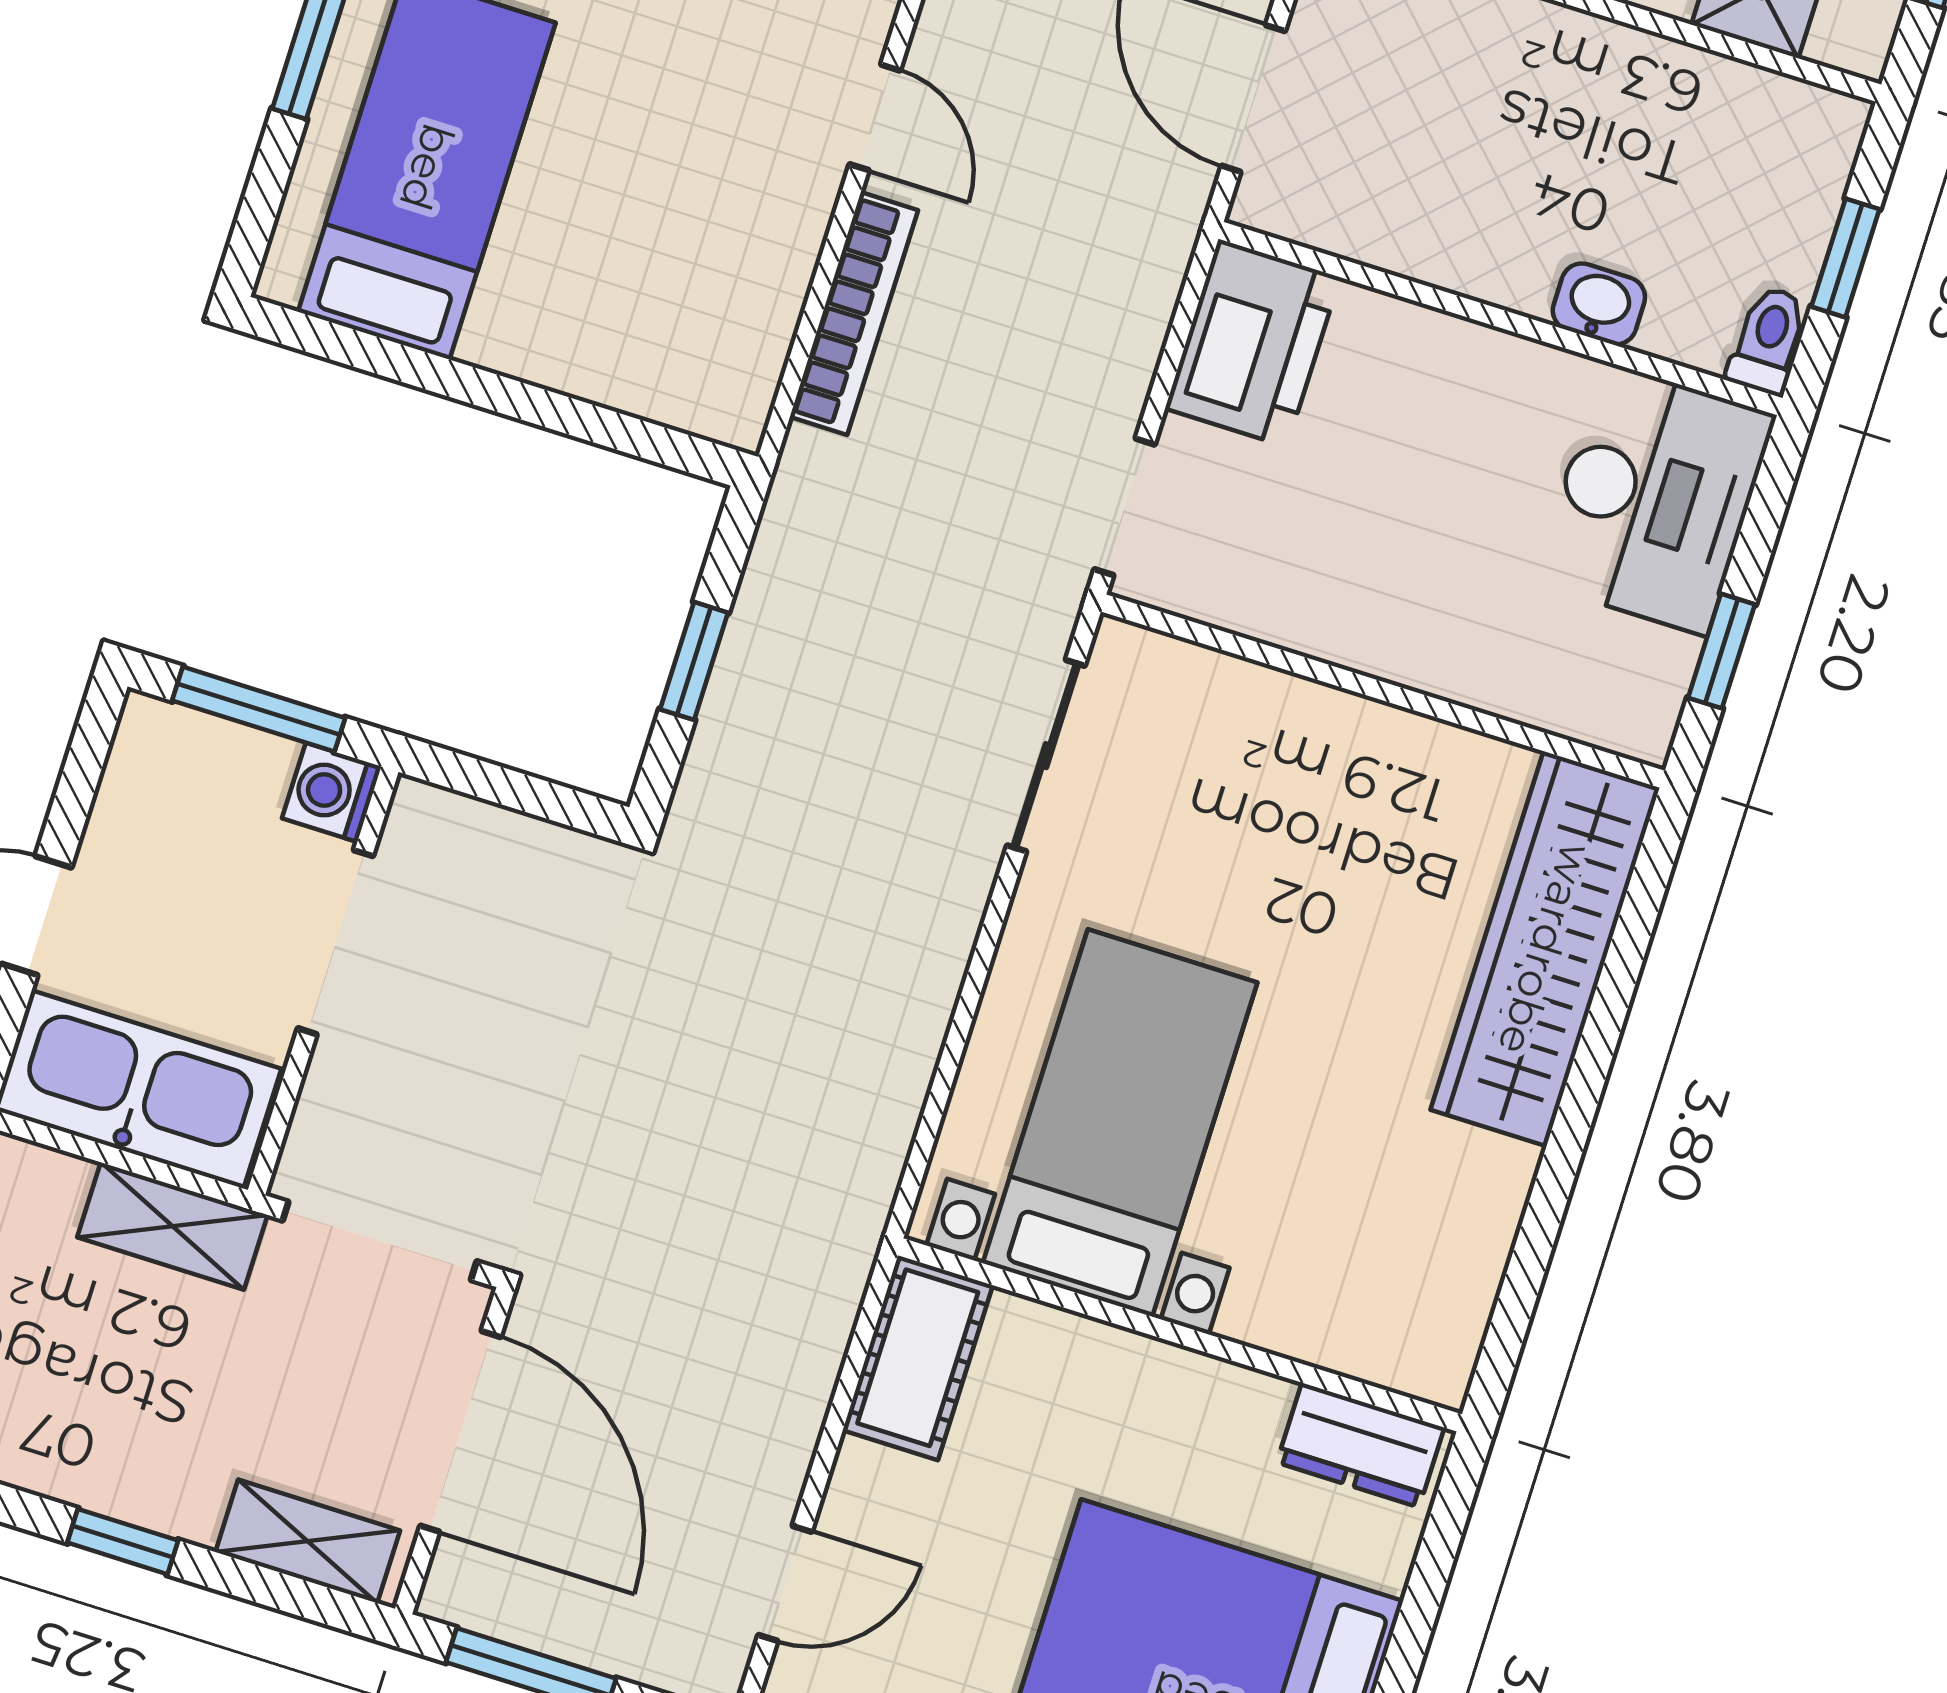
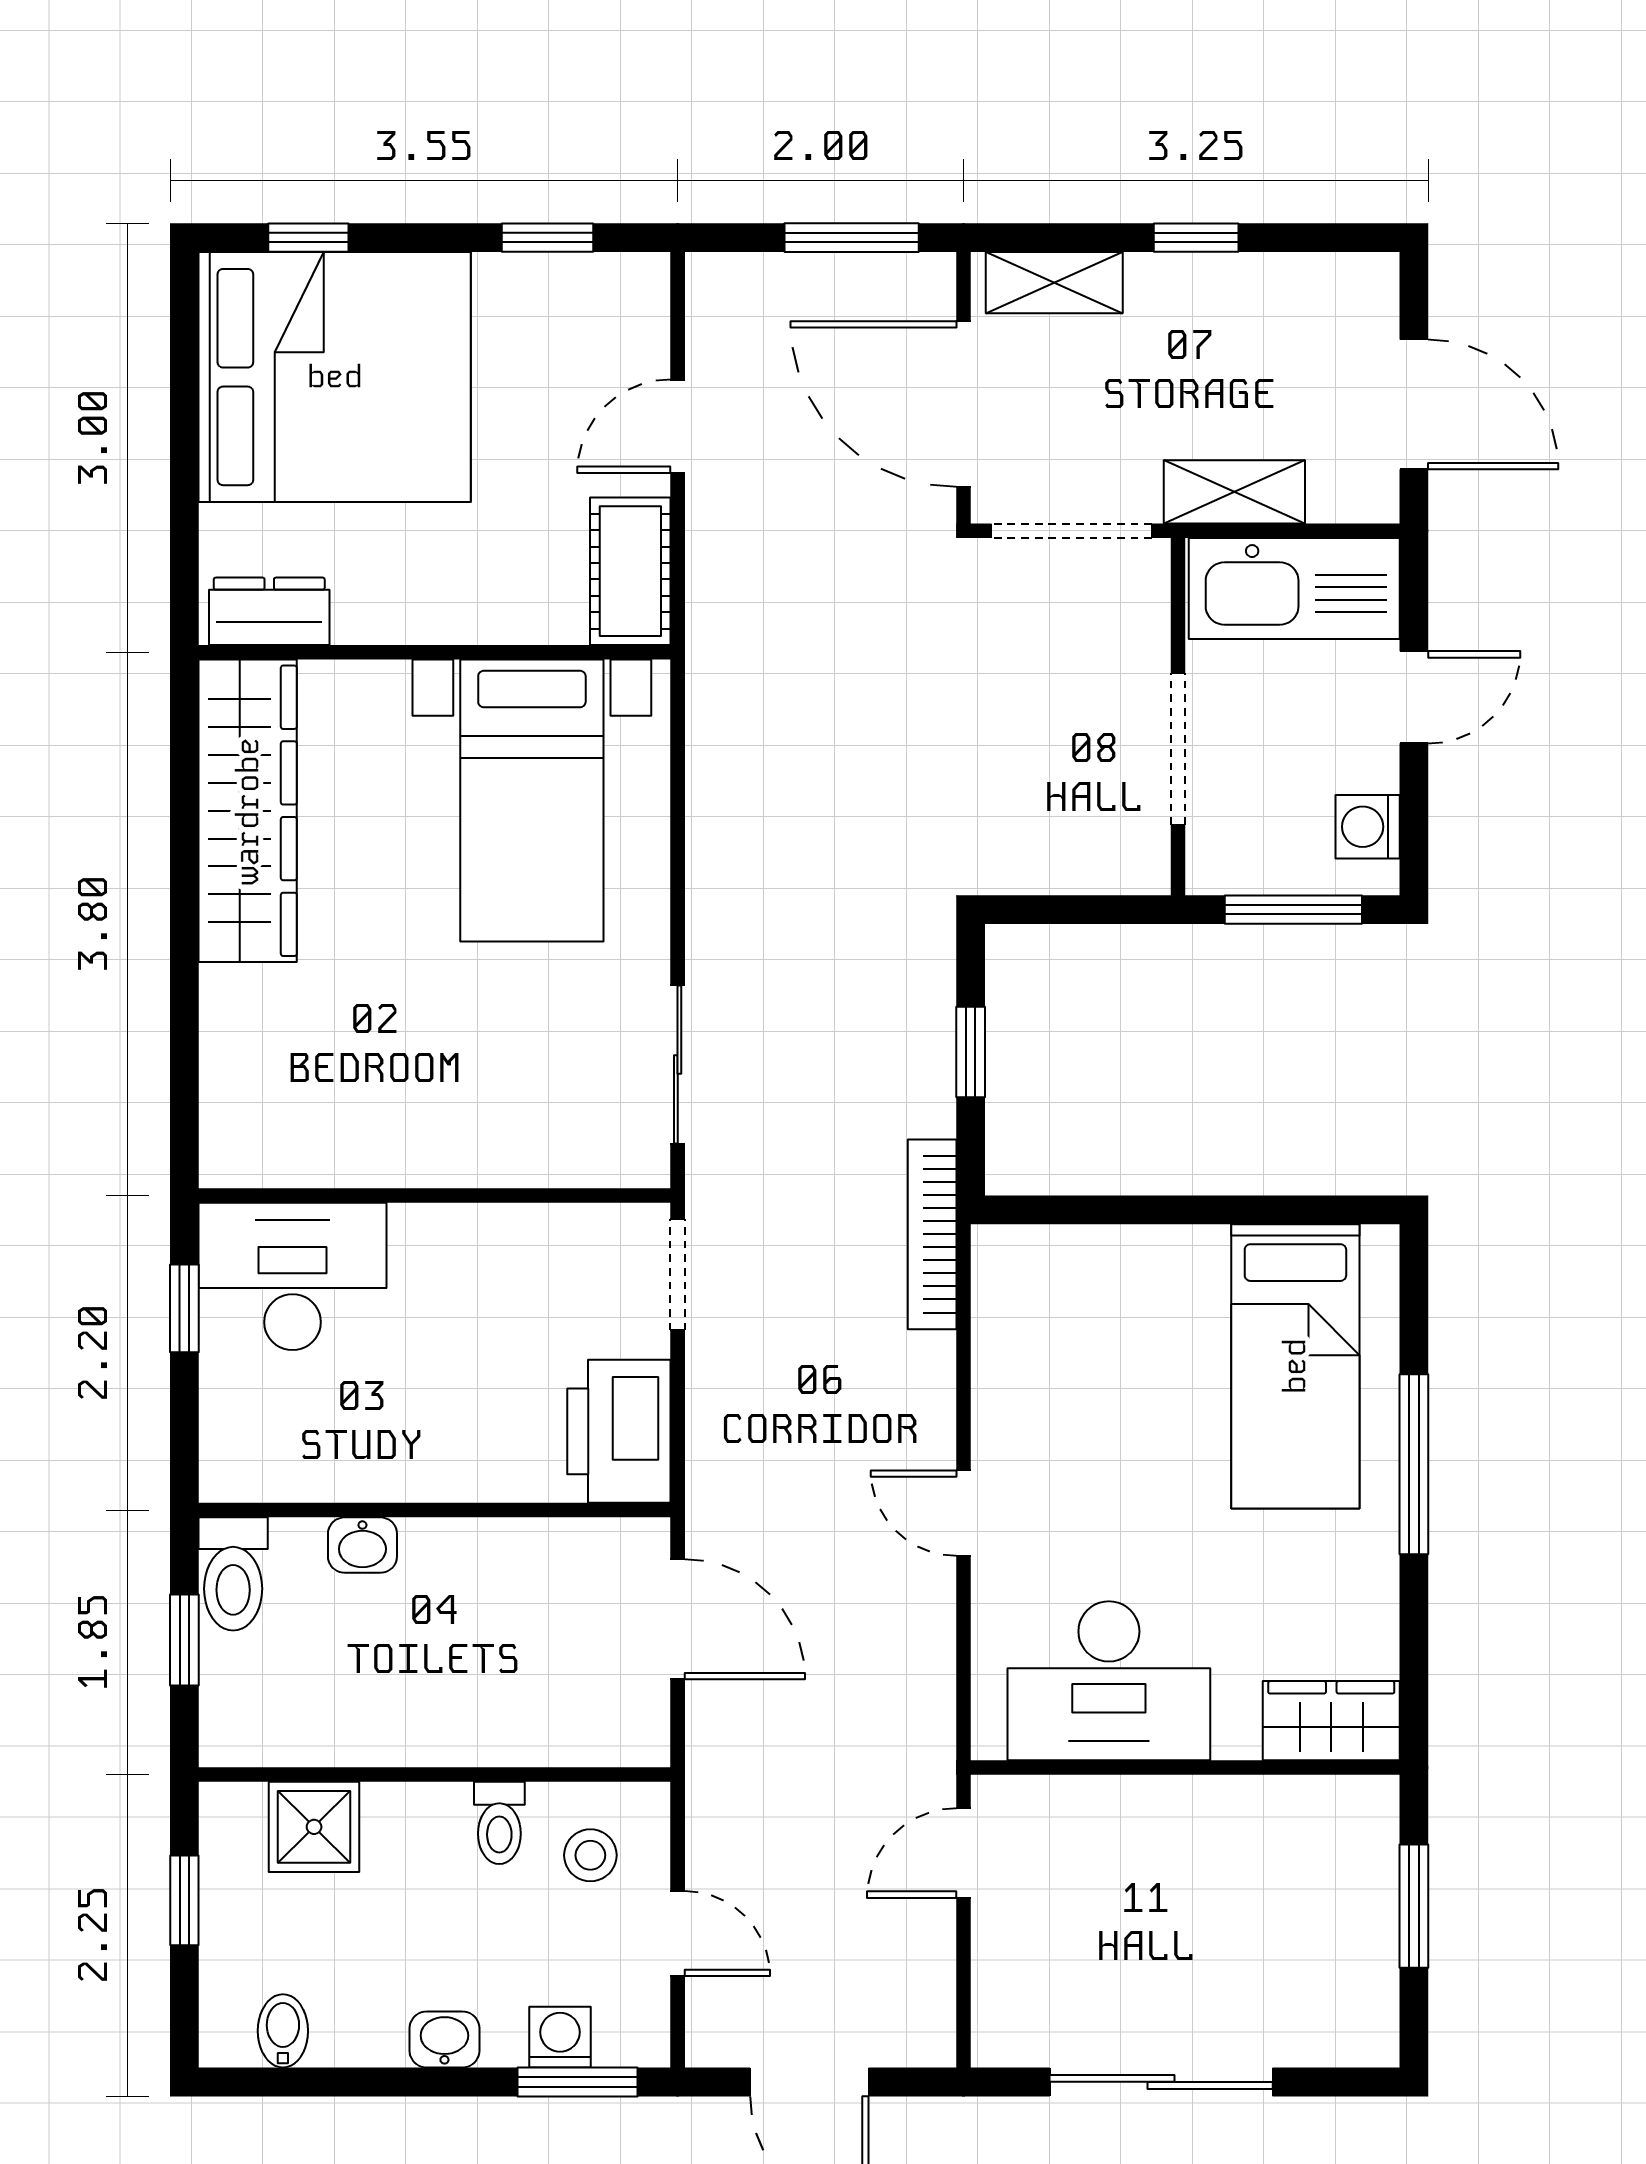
bookcase: (854, 314) -> (932, 1234), moved
toilet: (1768, 340) -> (233, 1574), width x1.37, depth x1.39
desk: (1655, 499) -> (292, 1276), moved, turned 90
washing machine: (332, 792) -> (1368, 827), moved, turned 180
wardrobe: (1545, 949) -> (248, 811), moved
door: (785, 1583) -> (678, 426), moved

